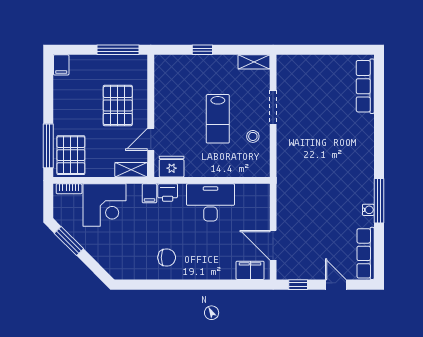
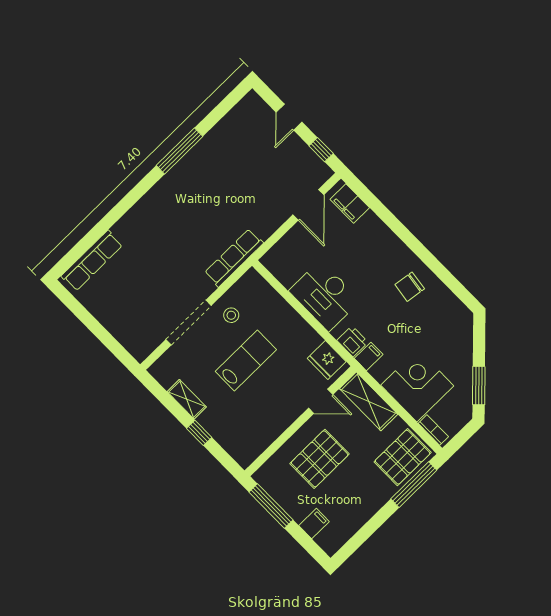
shelving: (254, 62) -> (187, 399), moved
filing cabinet: (61, 65) -> (314, 524), moved
doorway: (273, 107) -> (189, 323), width x1.36
shelving: (131, 170) -> (369, 401), width x1.50, depth x1.33
water cooler: (368, 210) -> (196, 153), removed
row of seats: (366, 253) -> (234, 258), moved, turned 180
chair: (167, 258) -> (410, 287), turned -82

